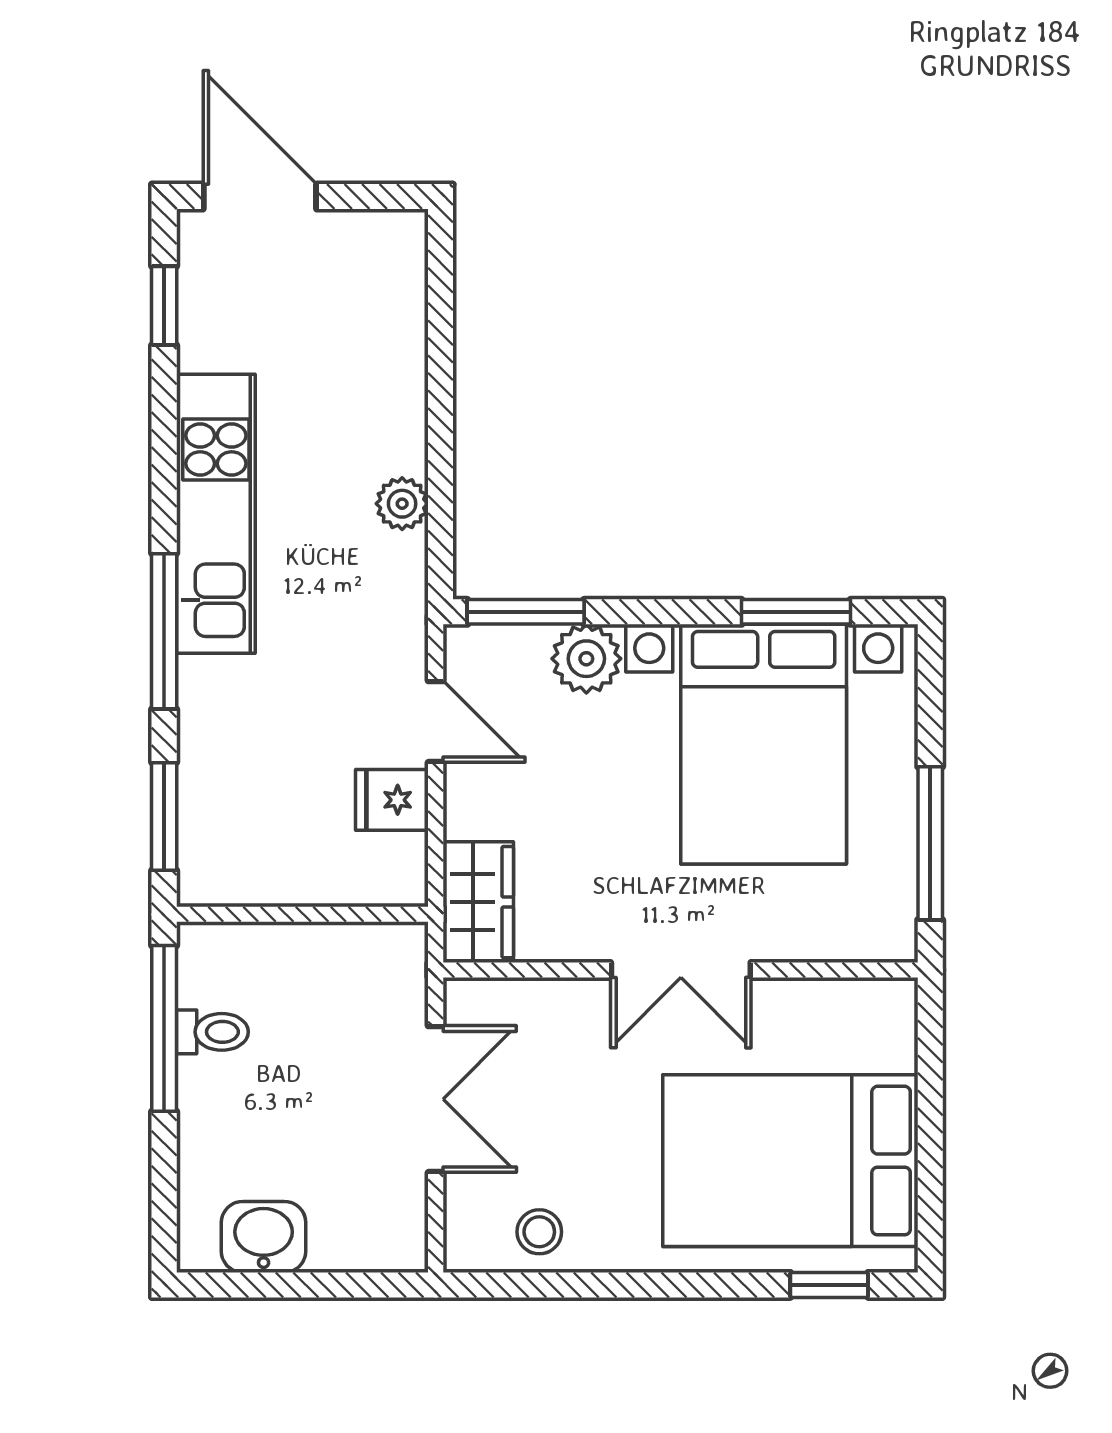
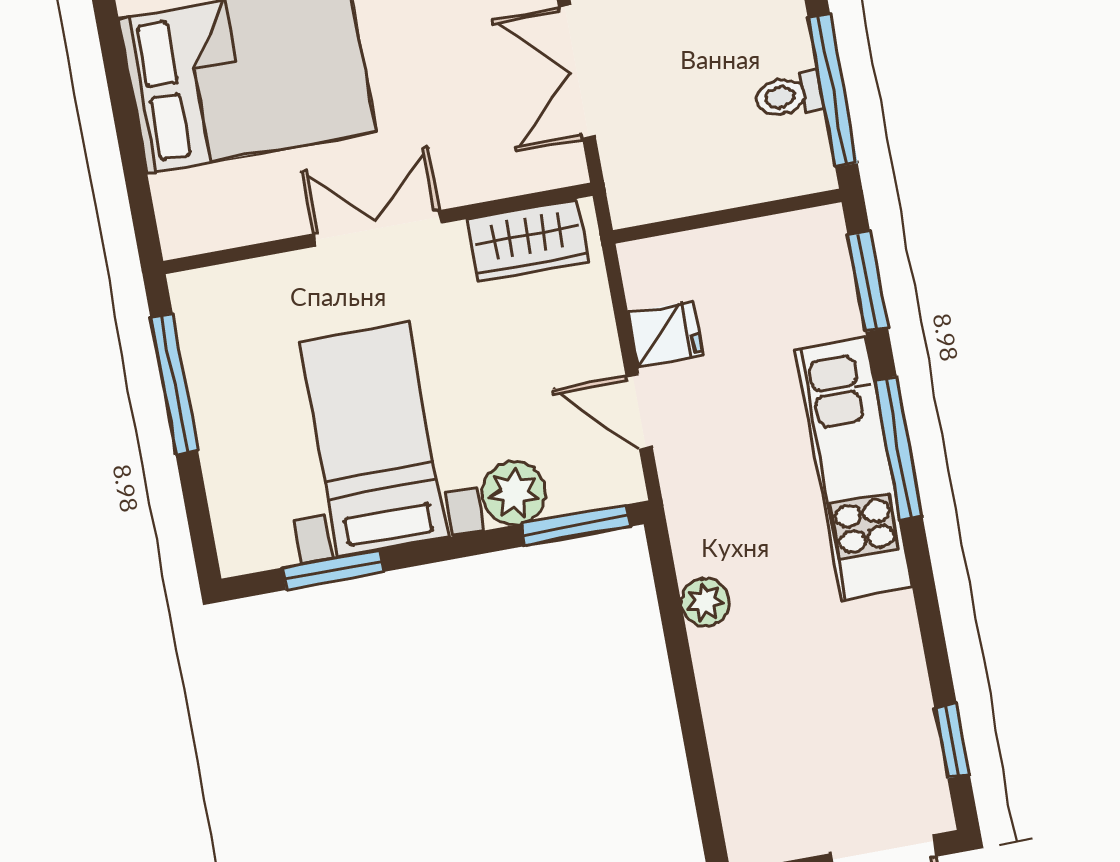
kitchen unit: (216, 514) -> (854, 468), moved
bed with nightstands: (764, 744) -> (373, 439), width x0.73
wardrobe: (478, 902) -> (528, 240), moved, turned -90

